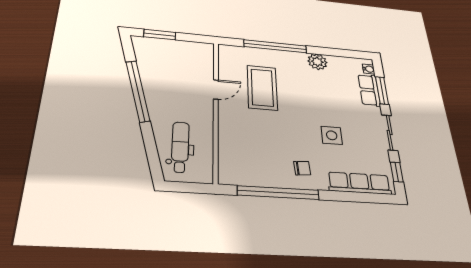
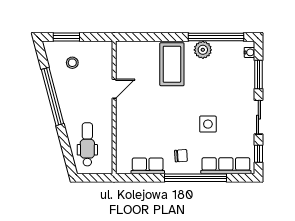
window: (275, 46) -> (216, 37), moved
stool: (165, 59) -> (72, 63), added
coffee table: (262, 88) -> (172, 64), moved
row of seats: (369, 90) -> (148, 166), moved, turned 90
window: (278, 193) -> (196, 178), moved

